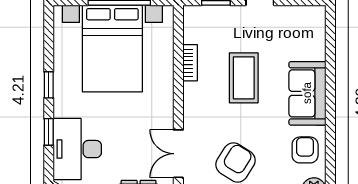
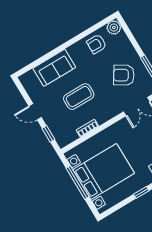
sofa: (307, 93) -> (54, 68), moved

